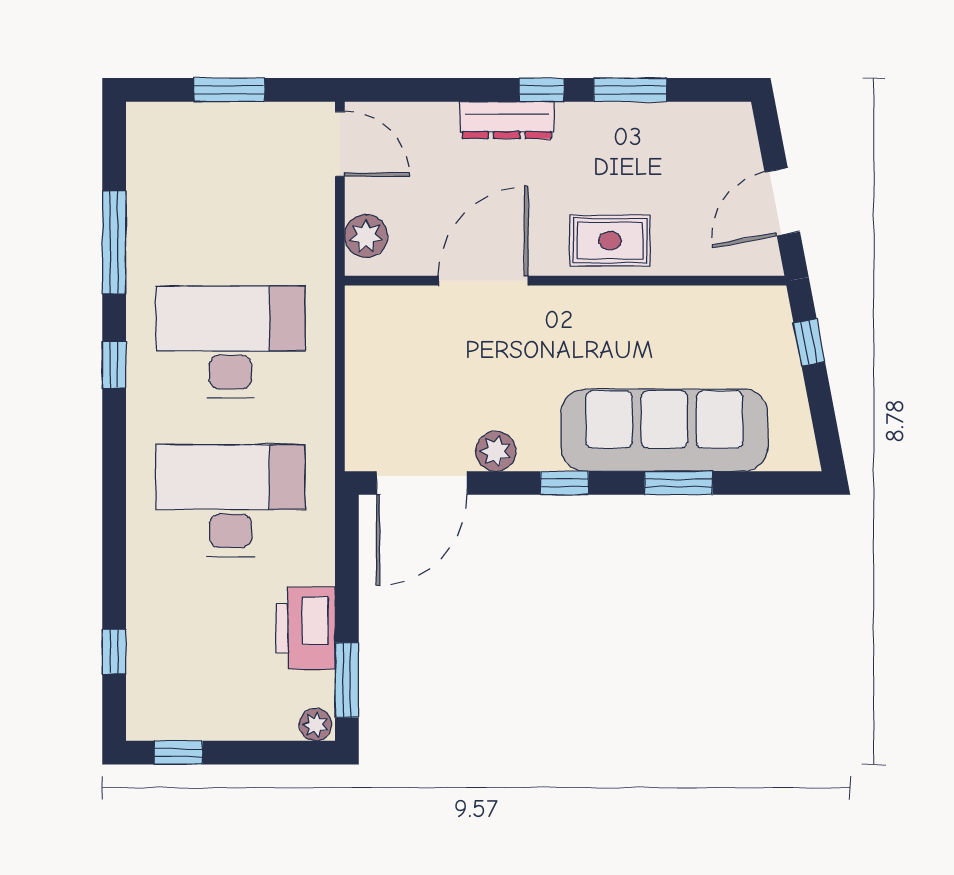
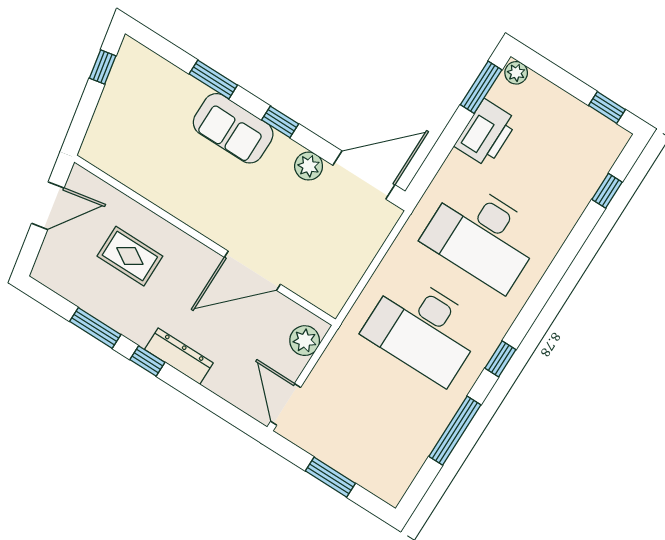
rug: (610, 241) -> (130, 256), moved
window: (809, 342) -> (103, 67), moved
sofa: (664, 430) -> (233, 128), width x0.54, depth x0.79

